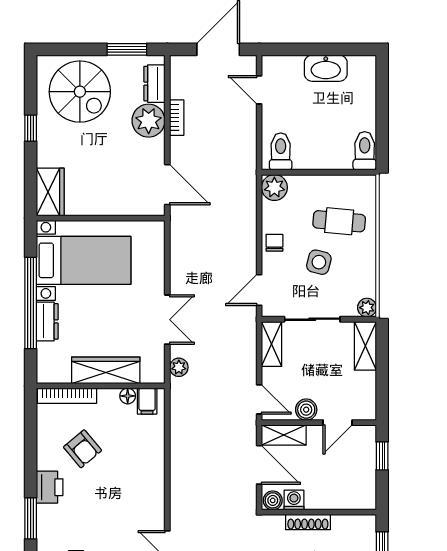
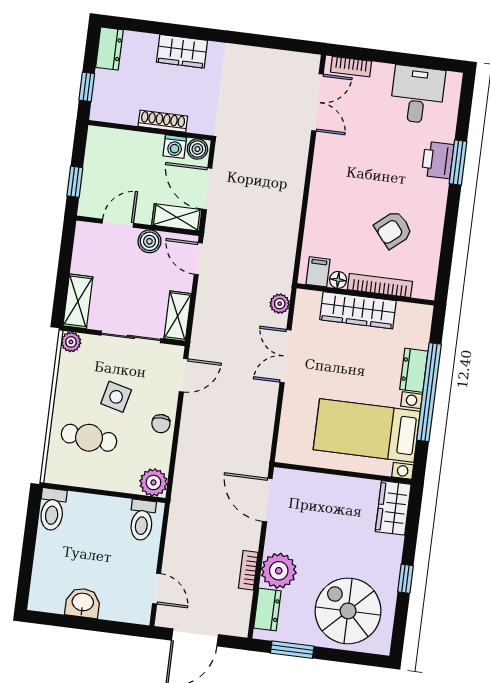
washbasin: (326, 68) -> (83, 603), width x0.72
bookcase: (67, 396) -> (380, 285), moved
armchair: (83, 449) -> (393, 230), turned -90
printer: (50, 487) -> (438, 160), moved

